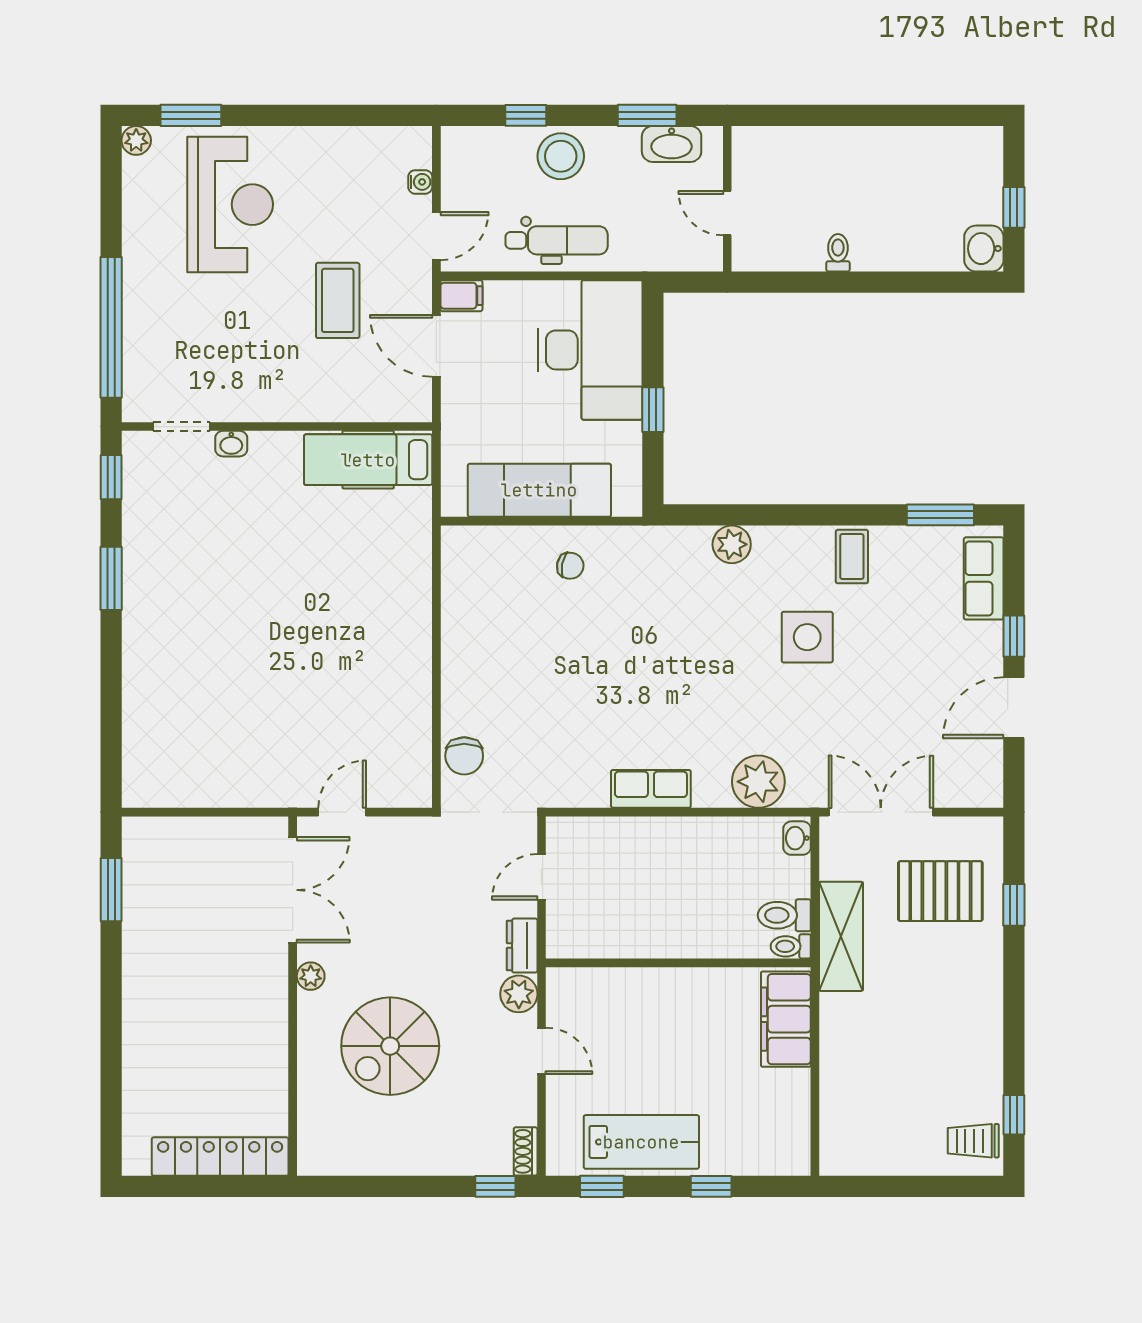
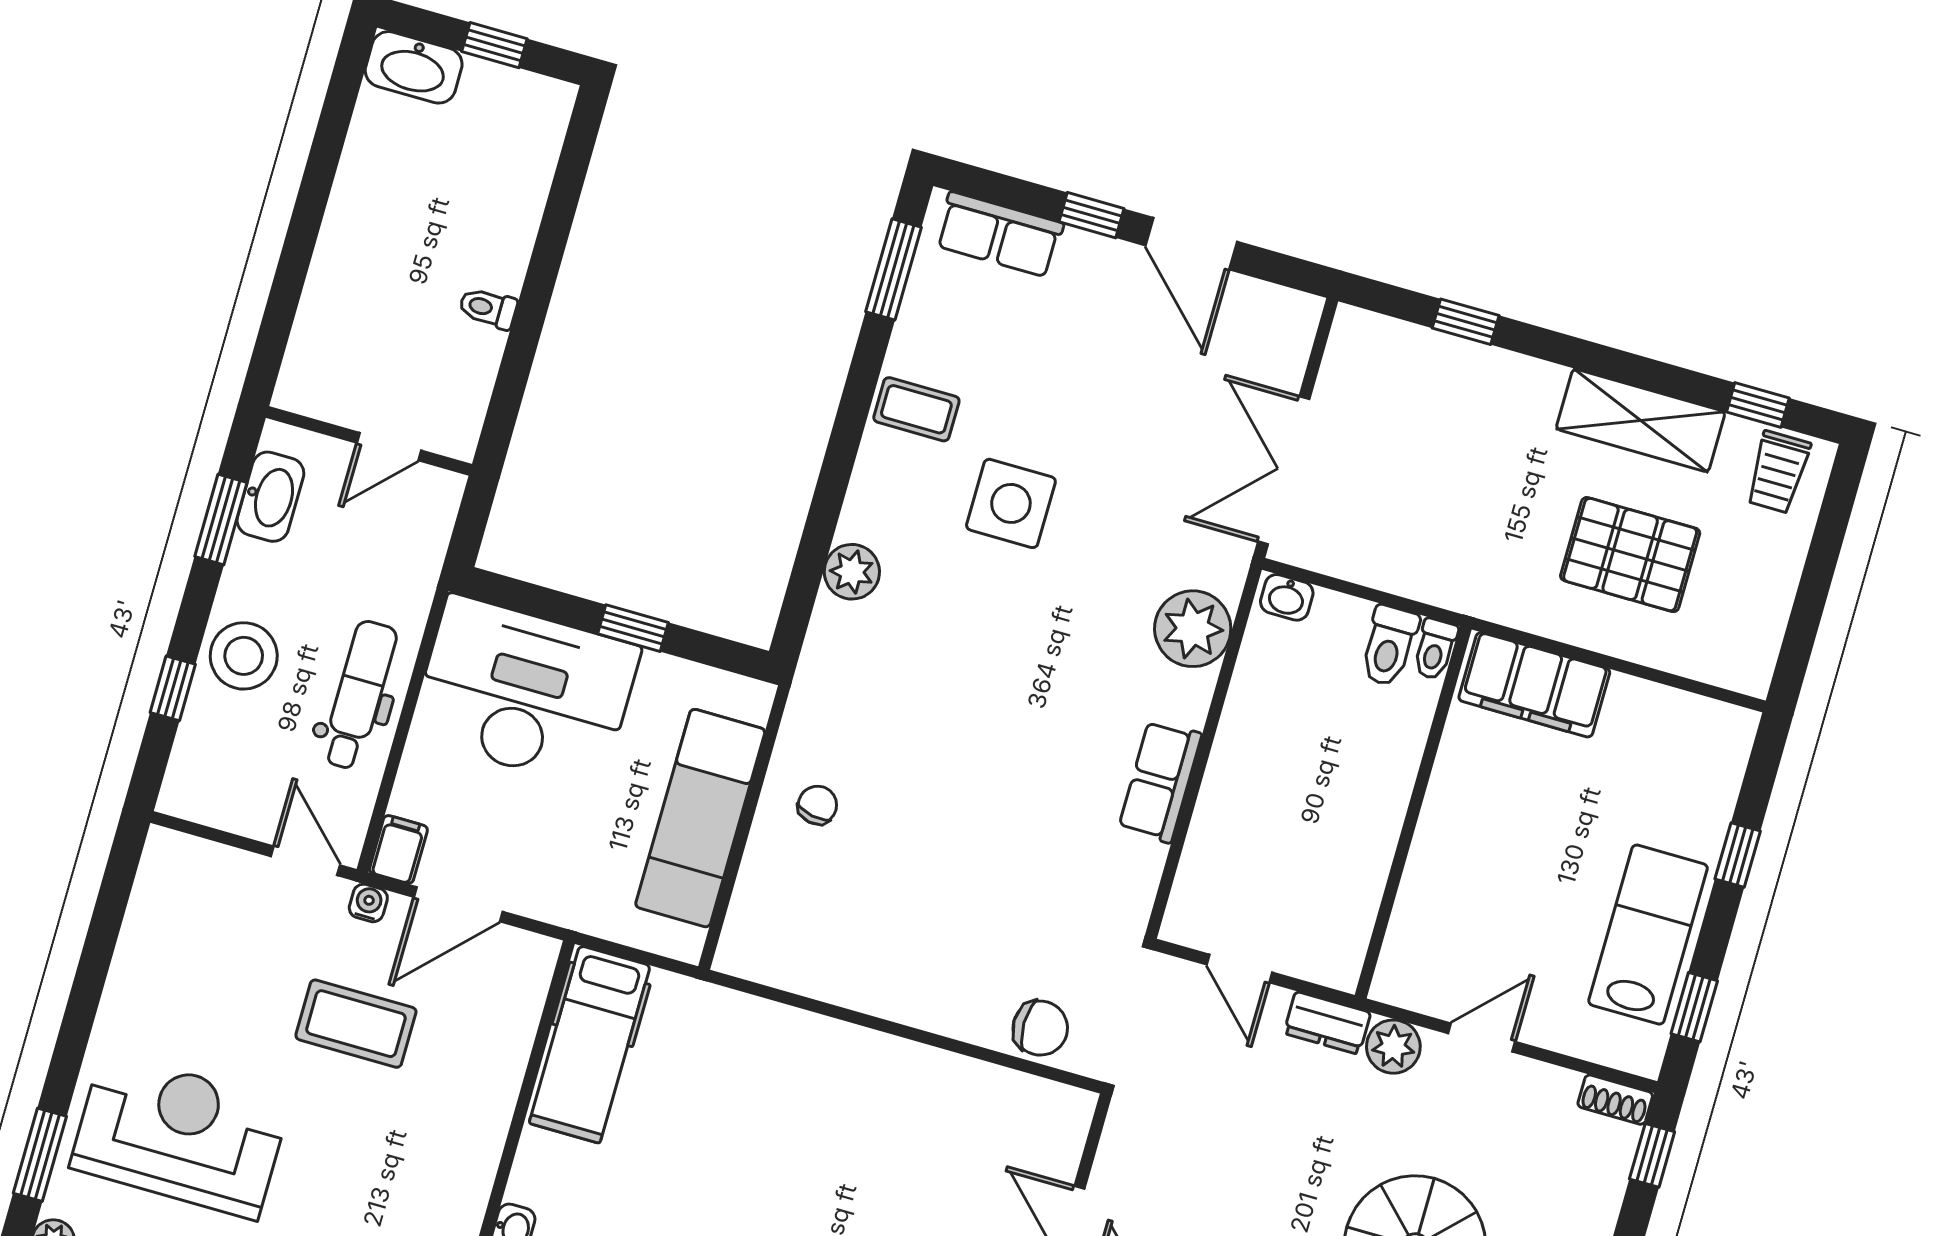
water cooler: (420, 182) -> (368, 903), moved
washbasin: (984, 249) -> (414, 67), moved, width x1.38
pallet: (940, 891) -> (1630, 555), moved, turned 90
shelving: (841, 936) -> (1641, 420), moved

